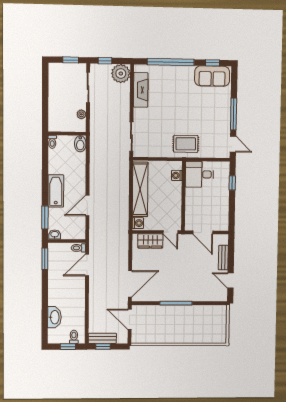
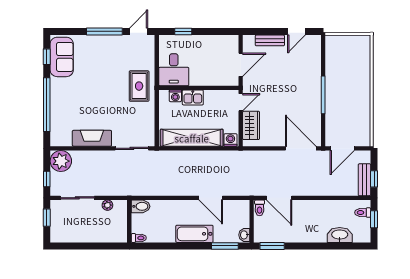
fireplace: (141, 90) -> (92, 138), moved
kitchen sink: (175, 191) -> (193, 97), added

